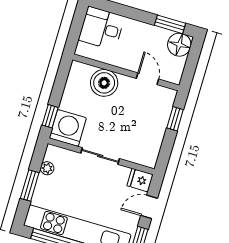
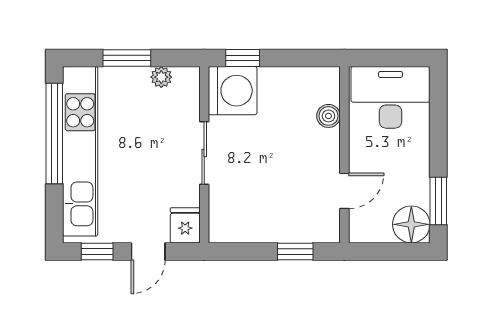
desk: (102, 28) -> (390, 97), width x1.37
boiler: (104, 83) -> (328, 116), width x0.54, depth x0.54
door: (149, 207) -> (148, 251), swing flipped

